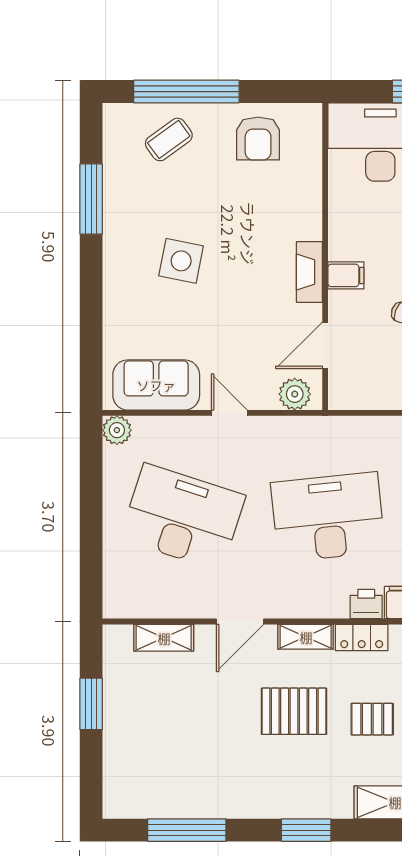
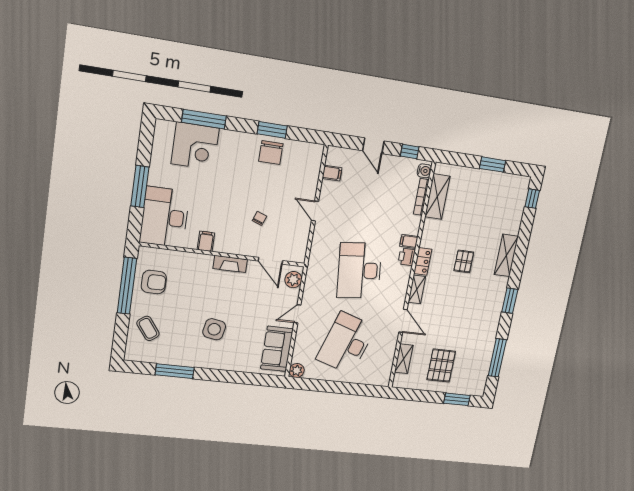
window: (186, 92) -> (127, 286), moved
filing cabinet: (346, 275) -> (206, 241), moved
window: (91, 704) -> (457, 399), moved
pallet: (294, 711) -> (441, 365), moved

